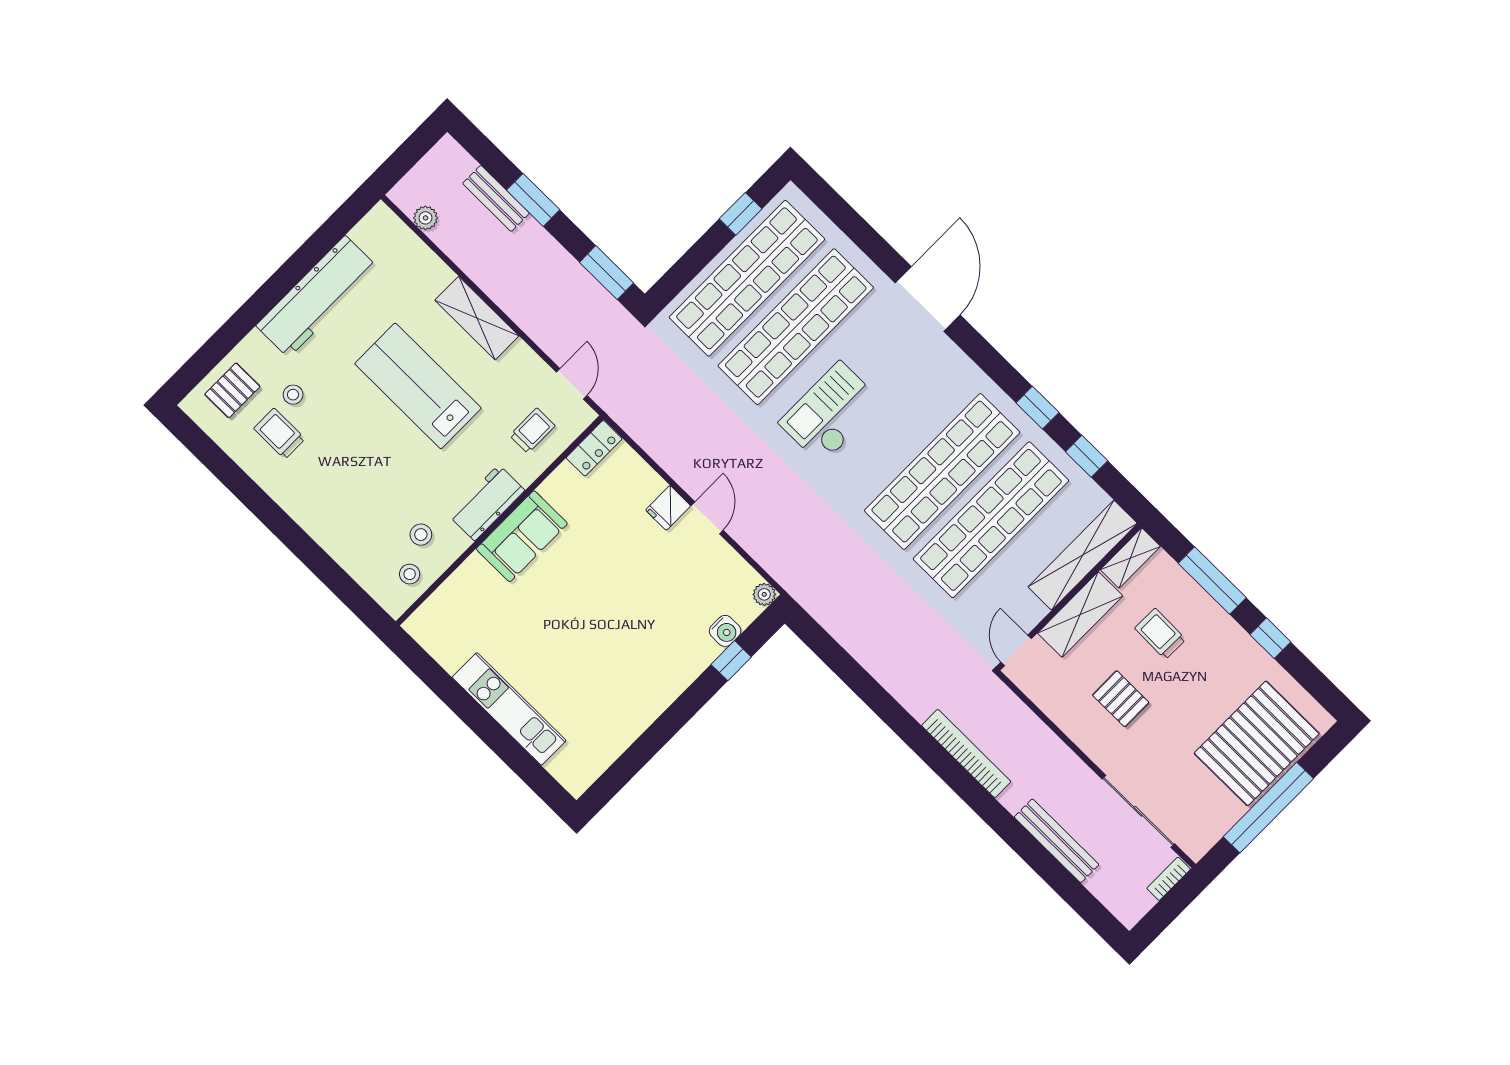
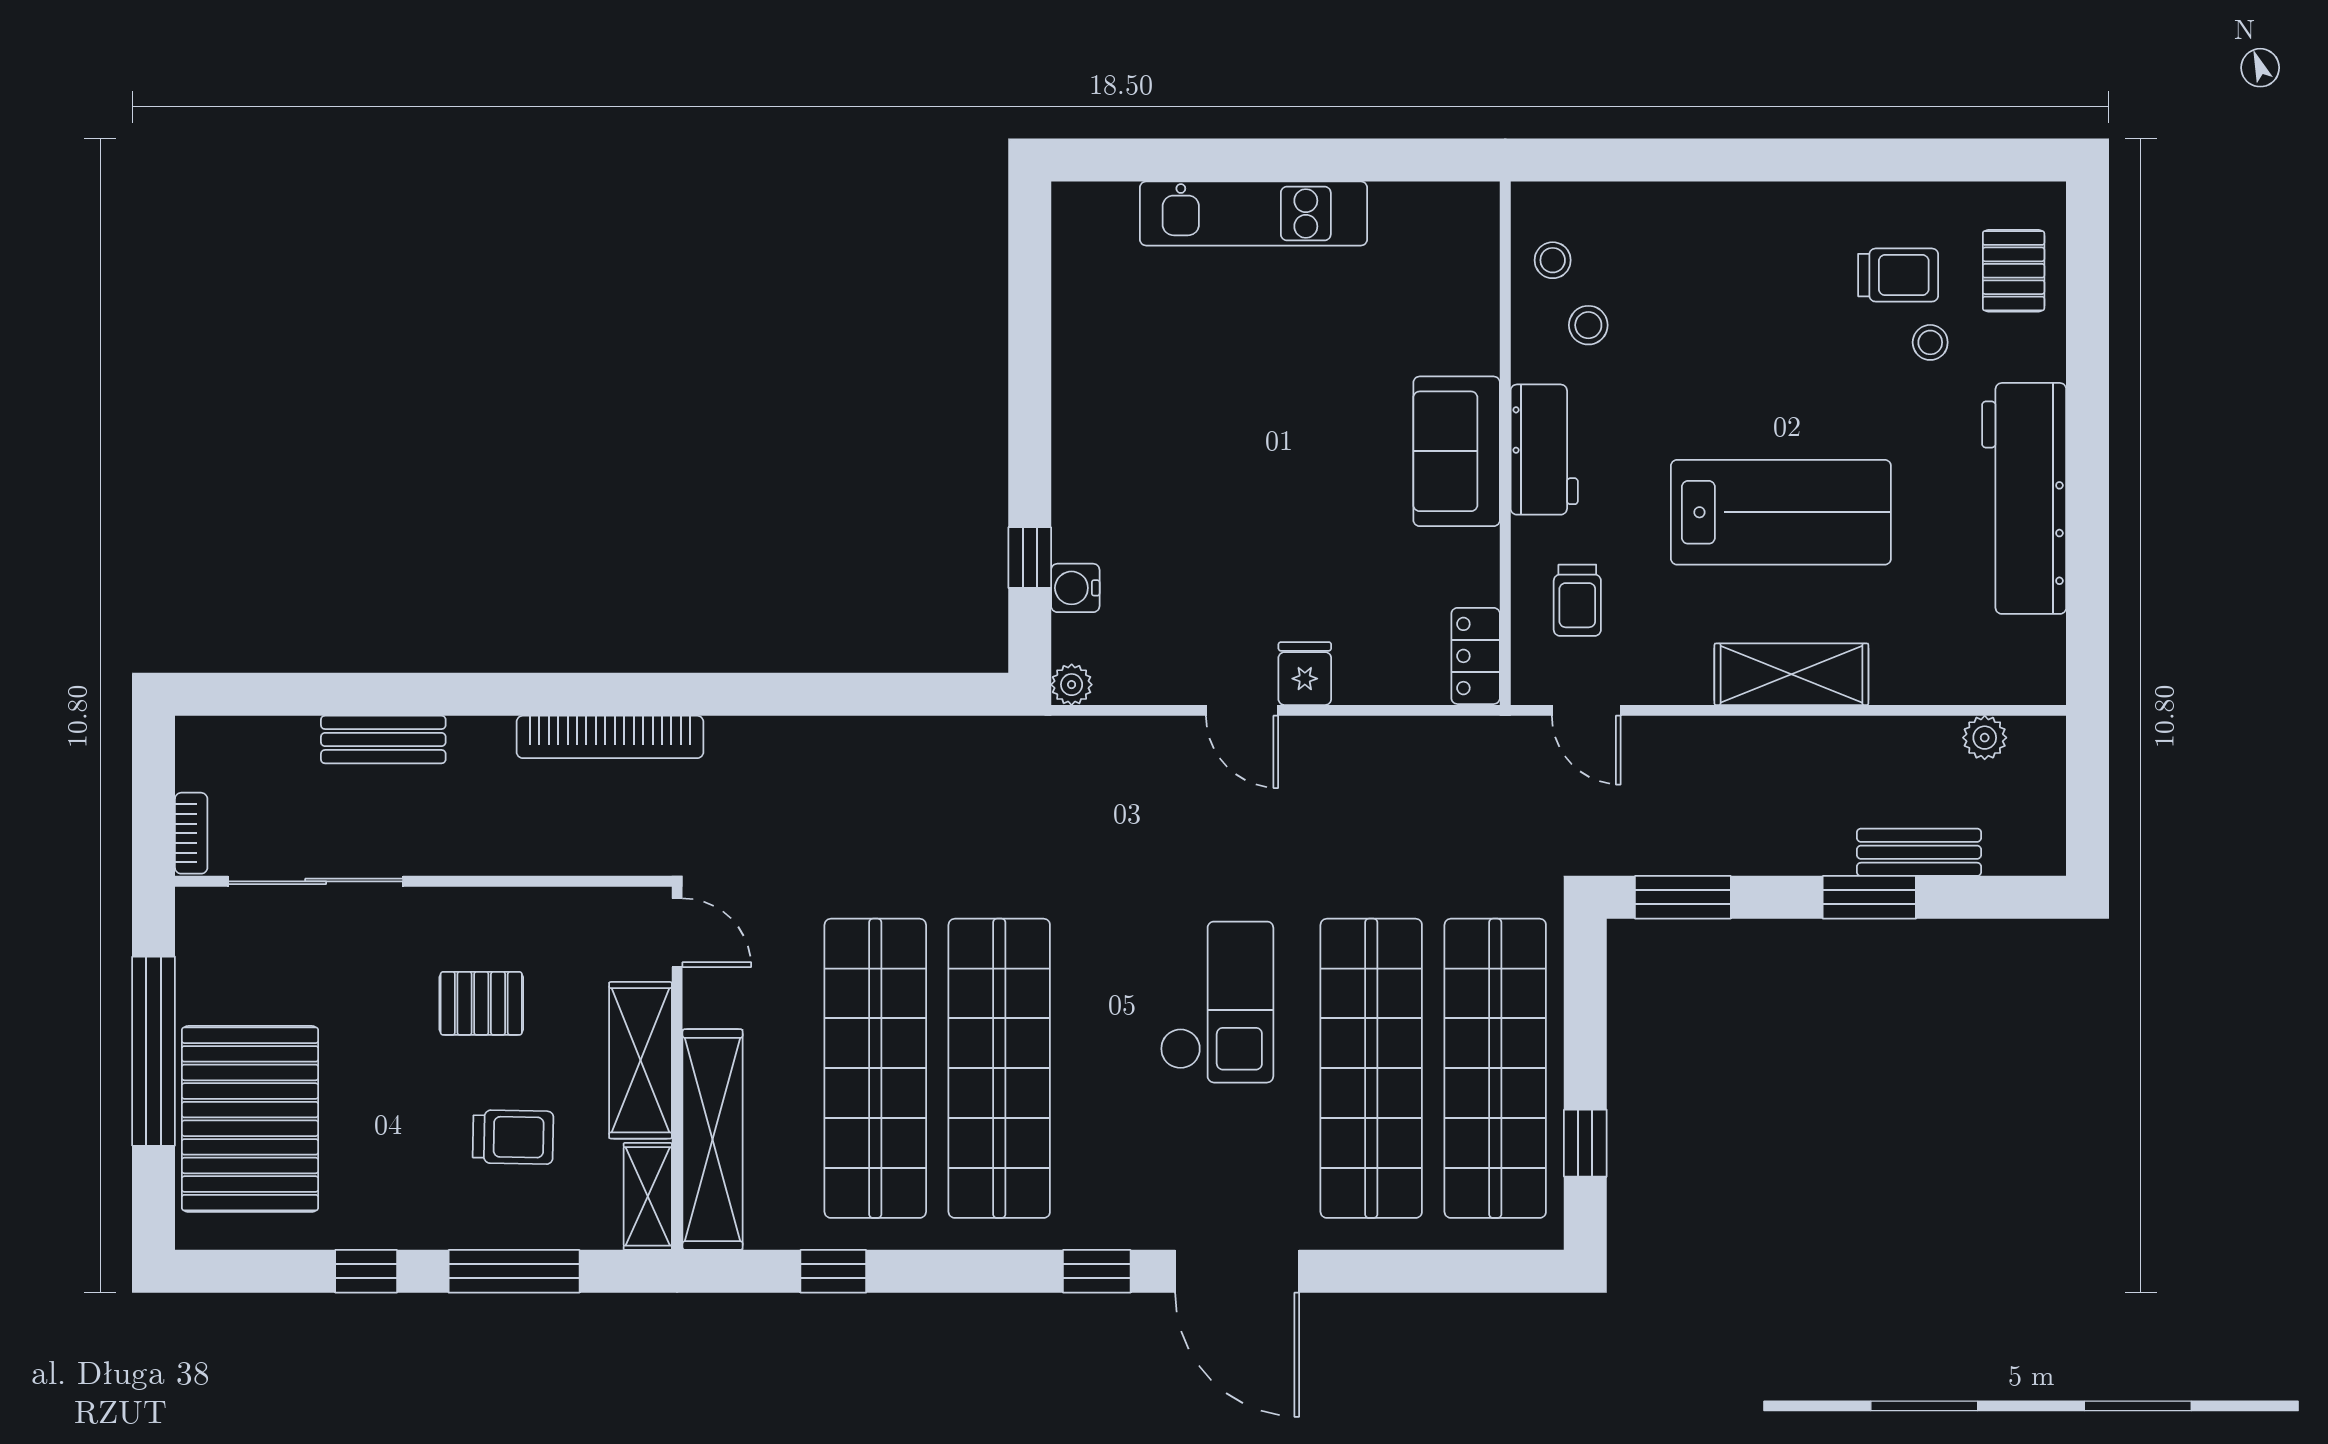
window: (1037, 408) -> (1097, 1271), moved
bench: (1056, 841) -> (383, 739), width x0.73

